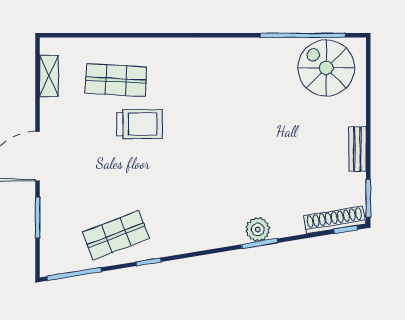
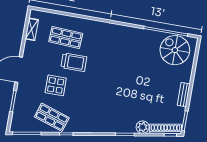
display table: (113, 174) -> (56, 85), added
plant: (258, 229) -> (143, 127), moved
shop shelf: (116, 235) -> (52, 117), turned 39

